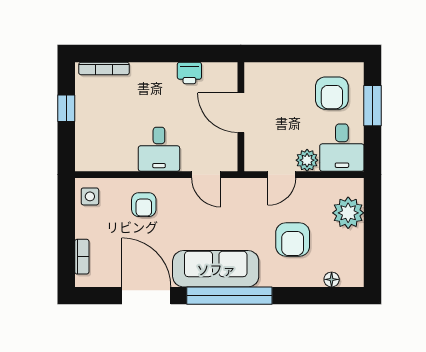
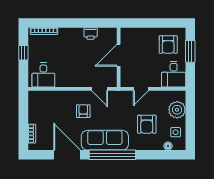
door: (241, 113) -> (119, 55), hinge flipped
desk: (159, 149) -> (43, 75), moved
plant: (307, 160) -> (155, 81), removed
side table: (90, 196) -> (176, 132), moved
armchair: (144, 205) -> (83, 111), moved, turned 180

